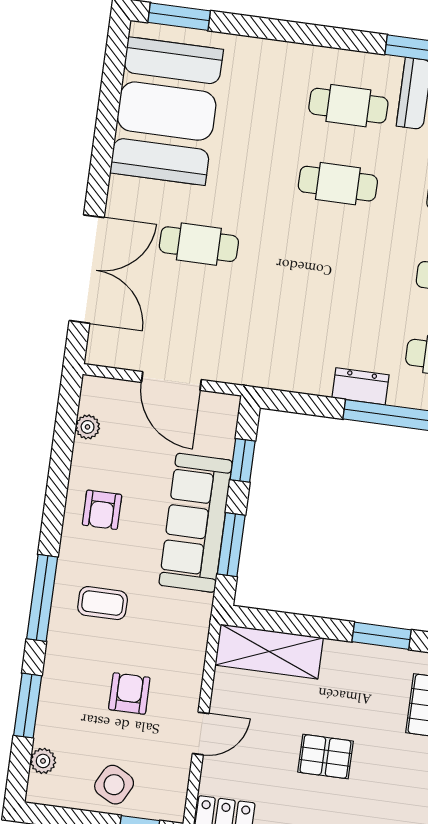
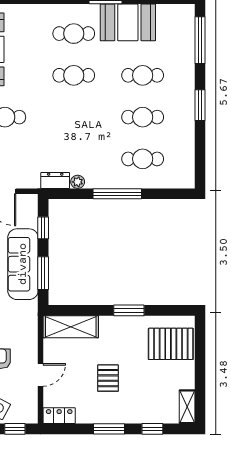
plant: (318, 383) -> (78, 182), added
dresser: (361, 386) -> (55, 180), moved
pallet: (325, 757) -> (108, 378), turned 90

